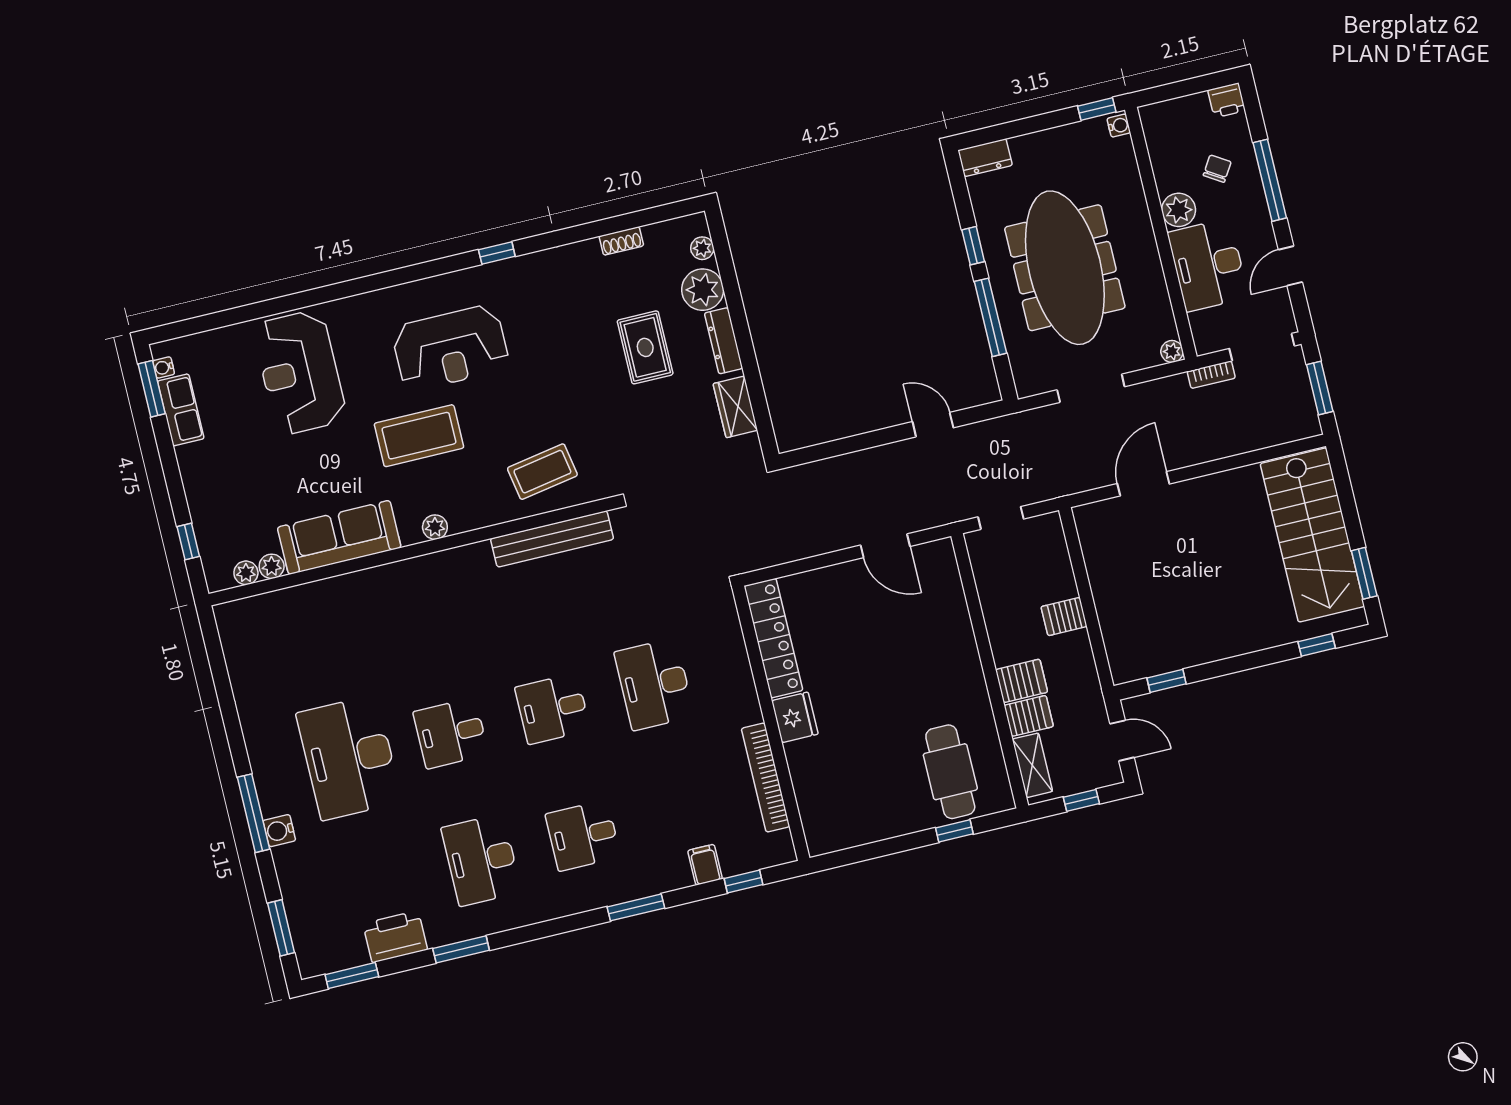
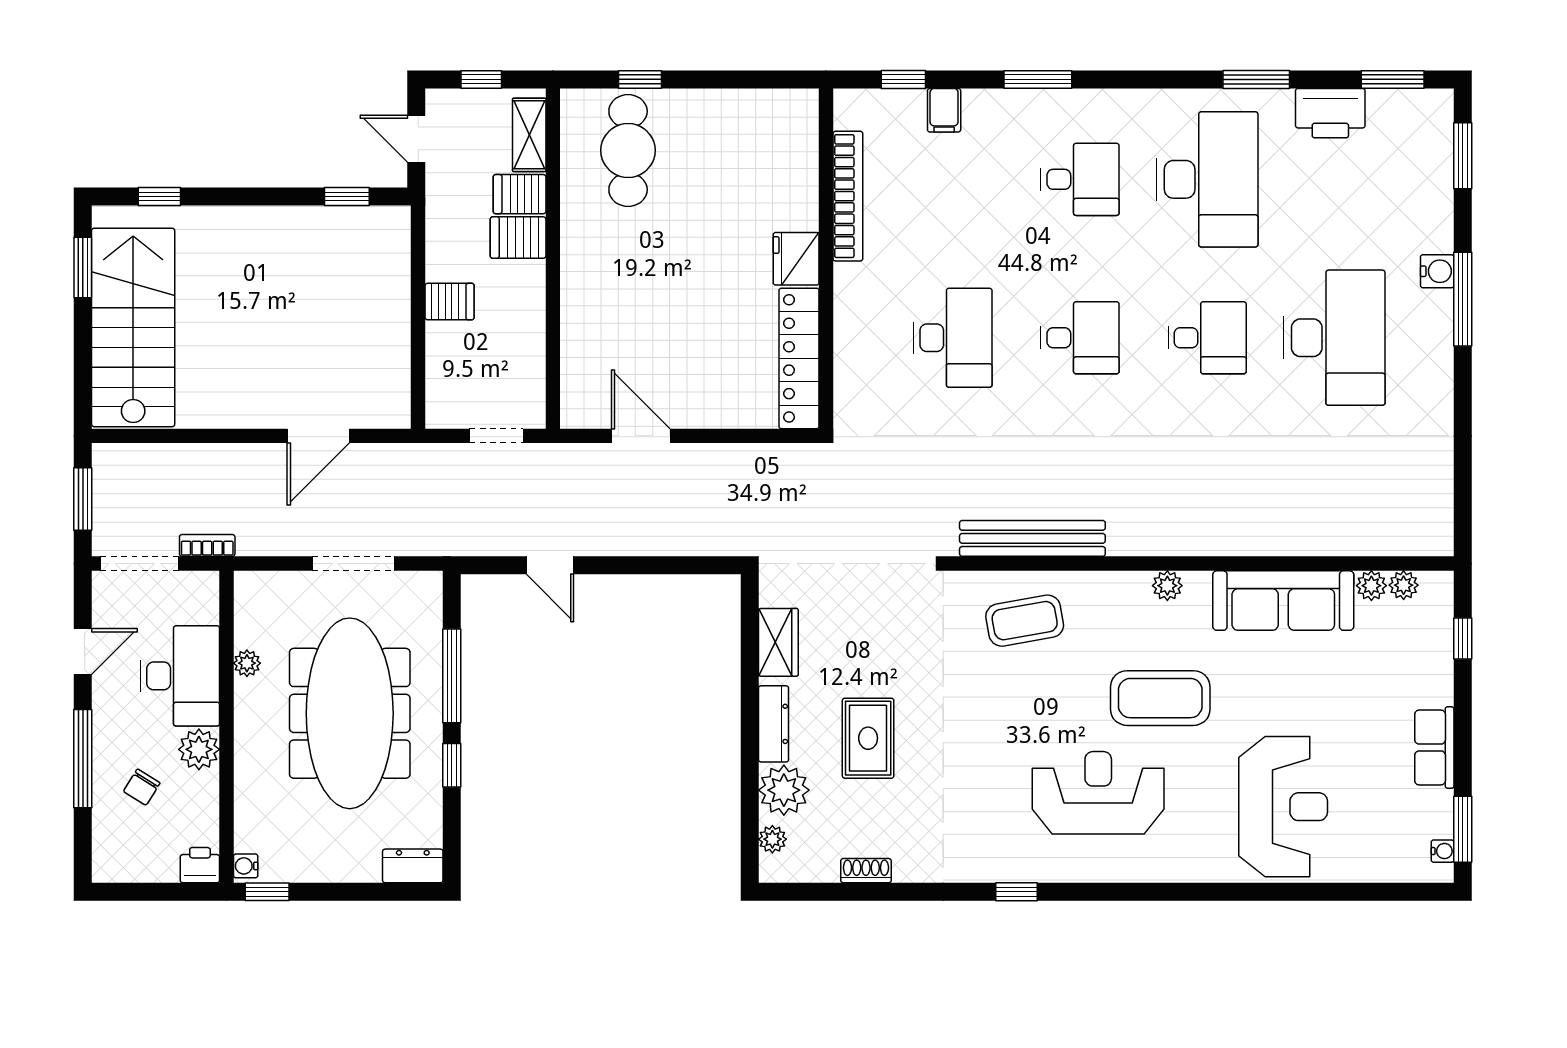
printer: (1227, 100) -> (200, 865), moved
plant: (1172, 351) -> (247, 663), moved
row of seats: (181, 410) -> (1434, 748), moved
desk: (481, 860) -> (1207, 179), width x1.36, depth x1.30

